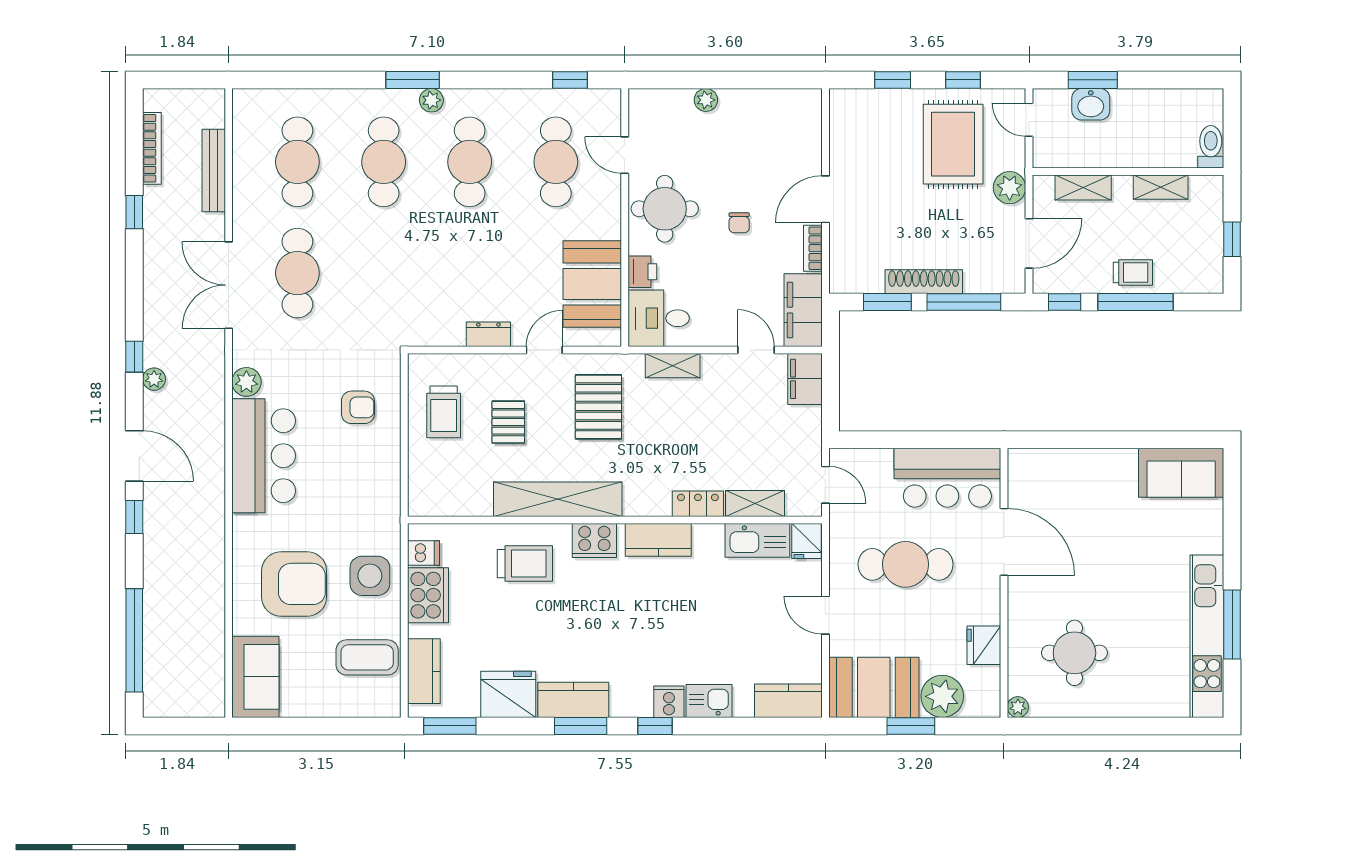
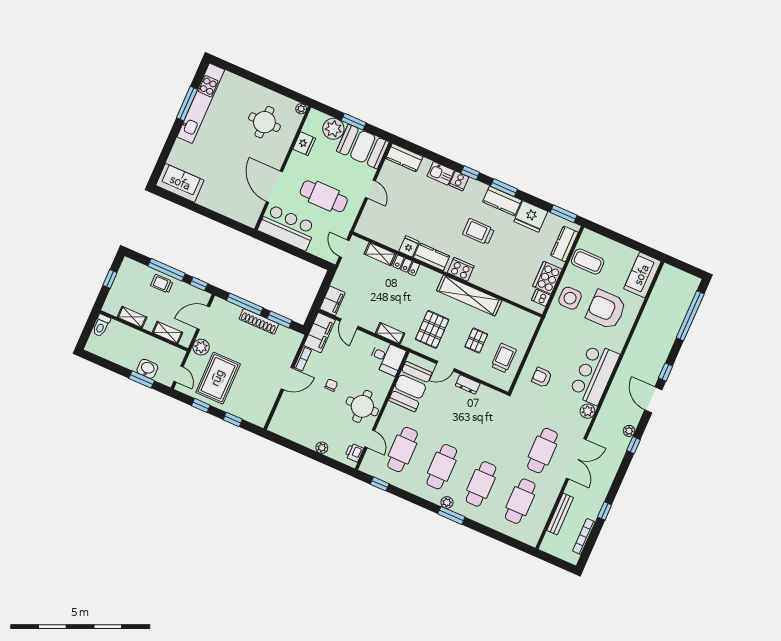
printer: (642, 272) -> (354, 453), moved
kitchen sink: (757, 540) -> (386, 237), removed
fridge: (806, 541) -> (409, 246), moved
trolley: (525, 564) -> (478, 232), moved

